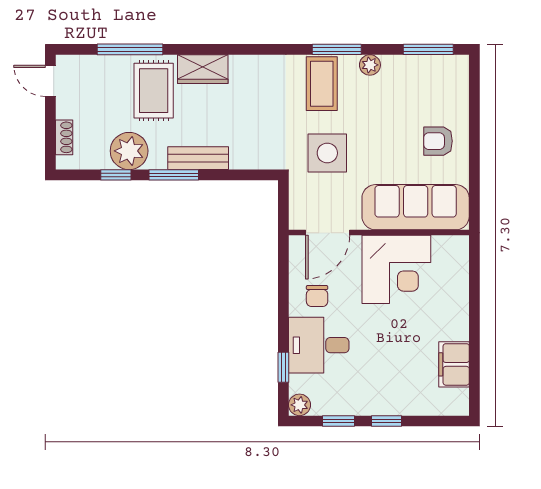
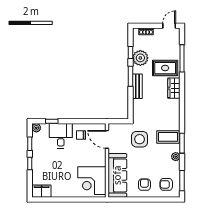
armchair: (438, 88) -> (166, 184), added
corner desk: (396, 269) -> (92, 181), moved
filing cabinet: (454, 364) -> (42, 191), moved

